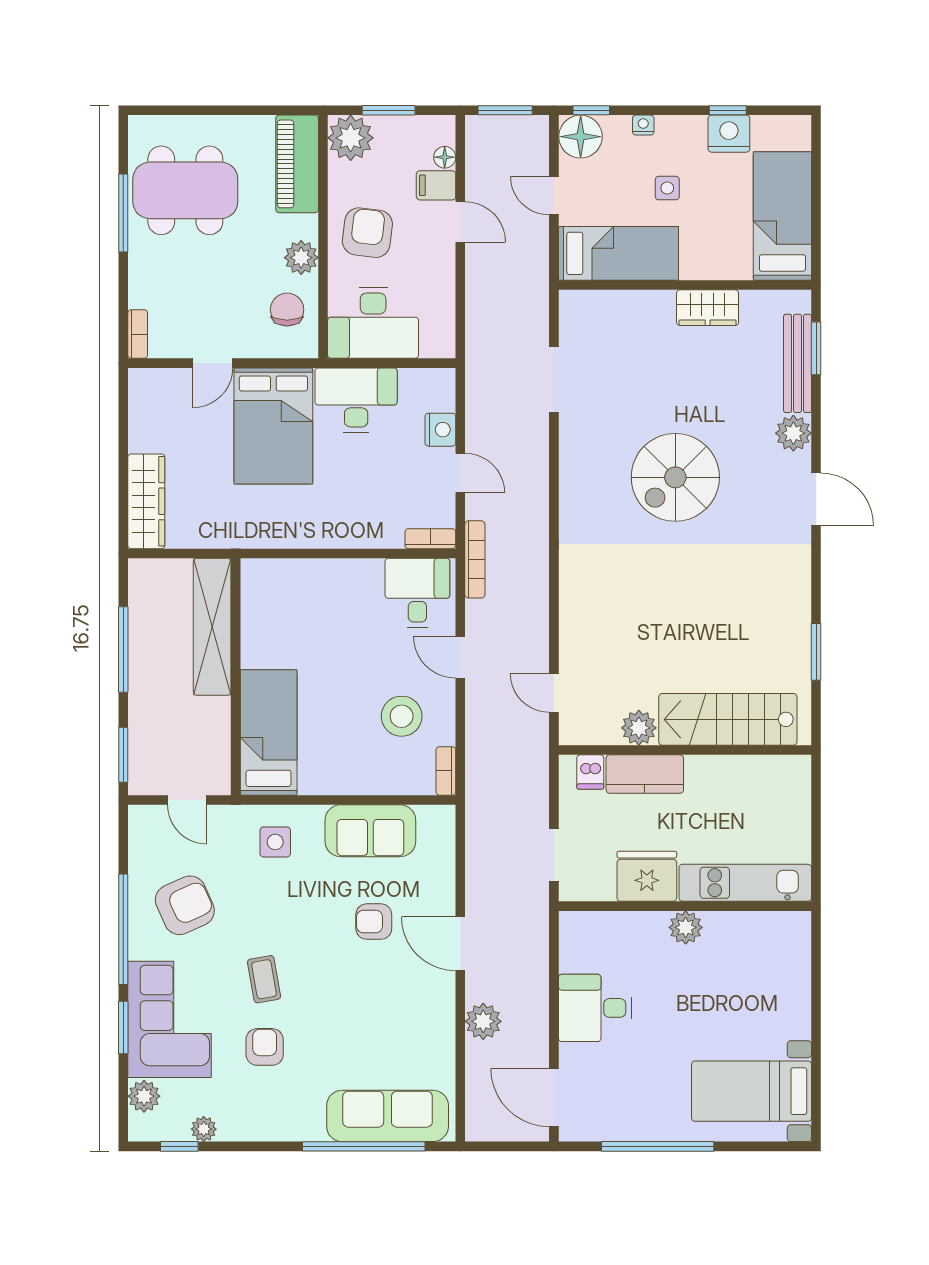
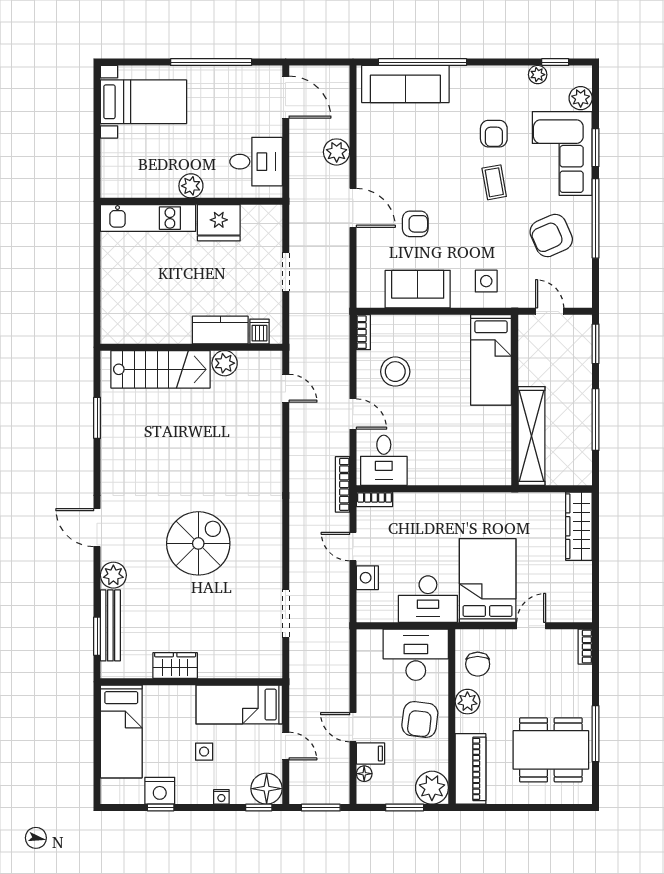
fridge: (647, 876) -> (219, 223), moved
kitchen unit: (745, 883) -> (148, 218), moved
wall: (685, 906) -> (191, 201), moved
plant: (686, 927) -> (191, 186), moved

